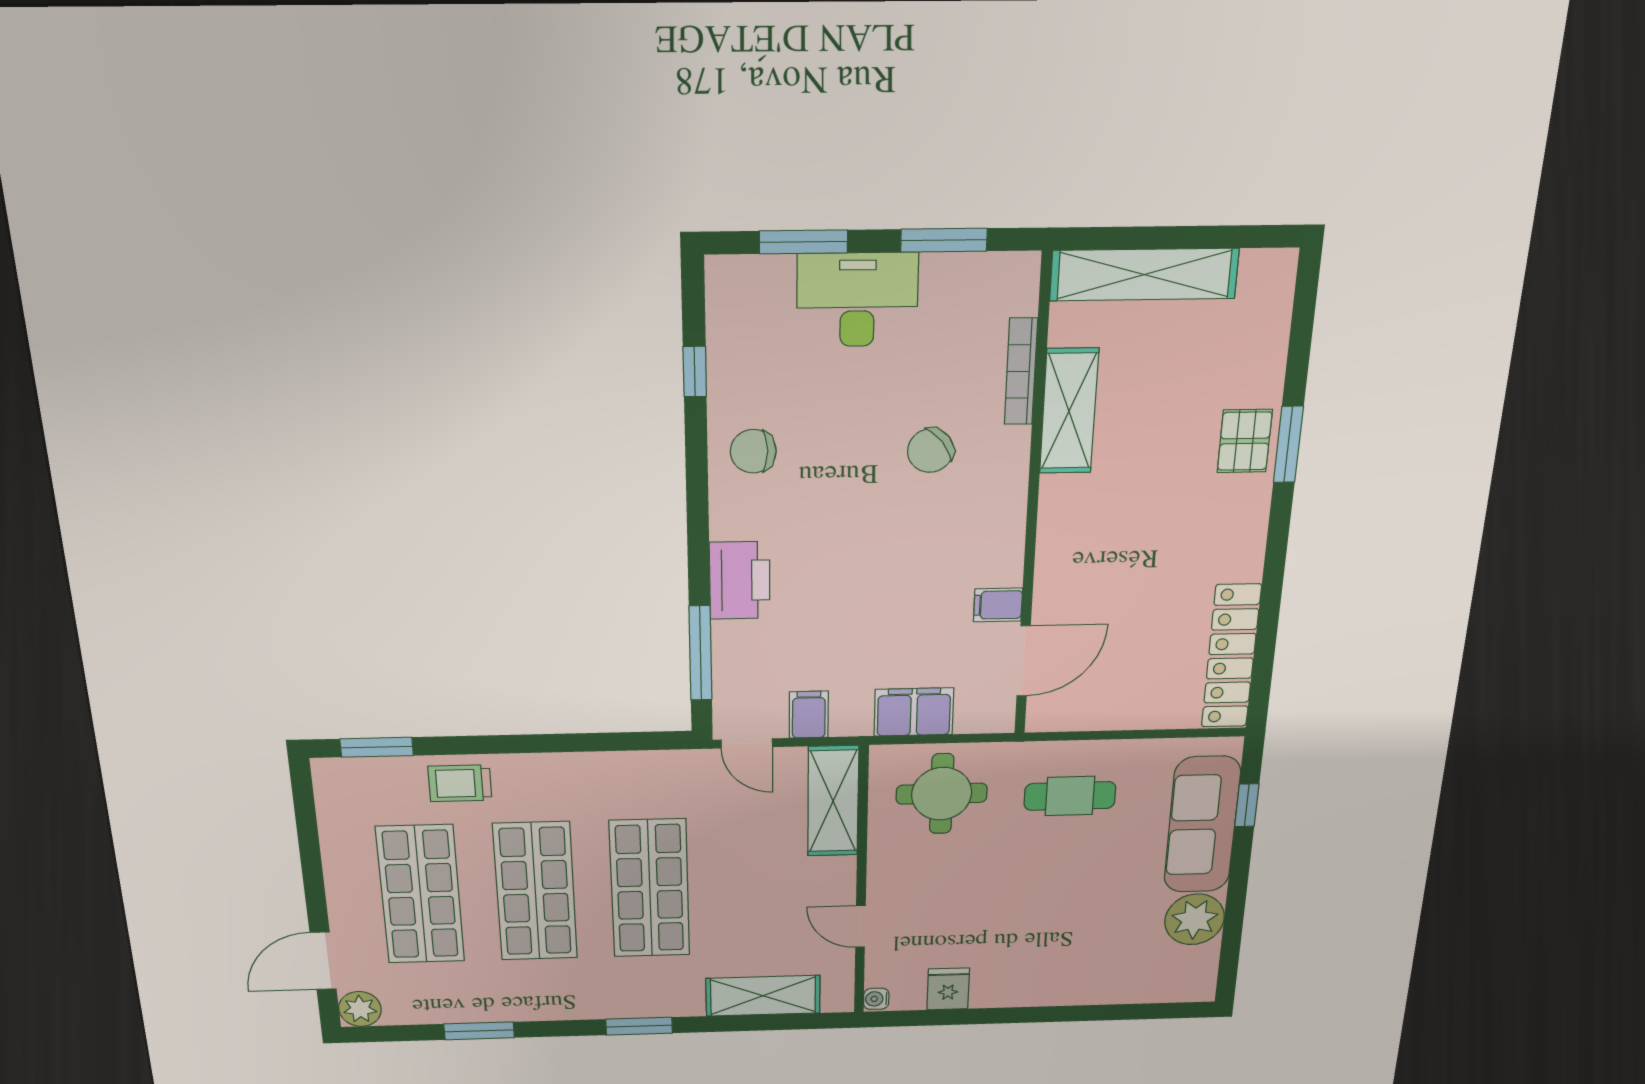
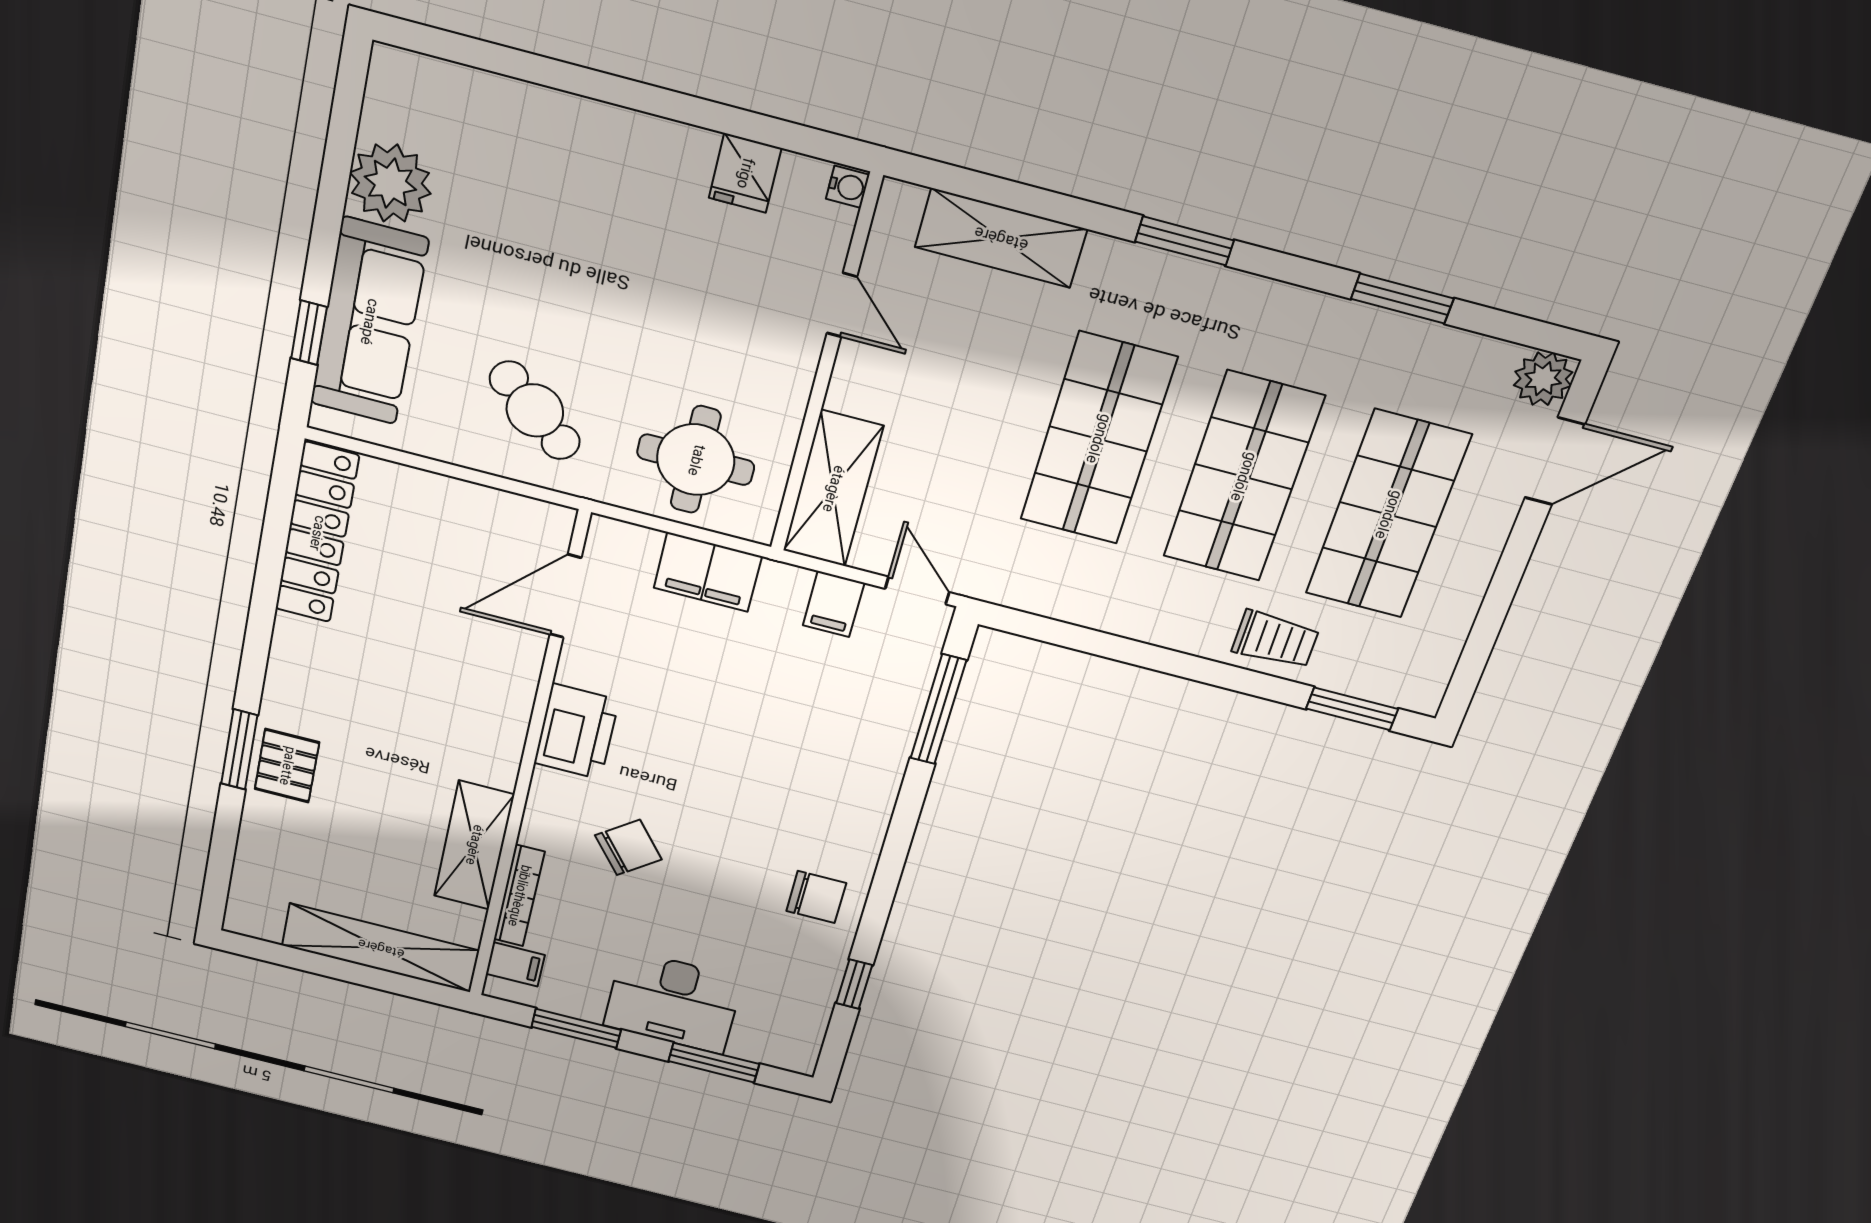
printer: (740, 580) -> (576, 732), moved, turned 180
filing cabinet: (998, 605) -> (515, 964), moved
cafe table: (1070, 796) -> (535, 410), turned 40

